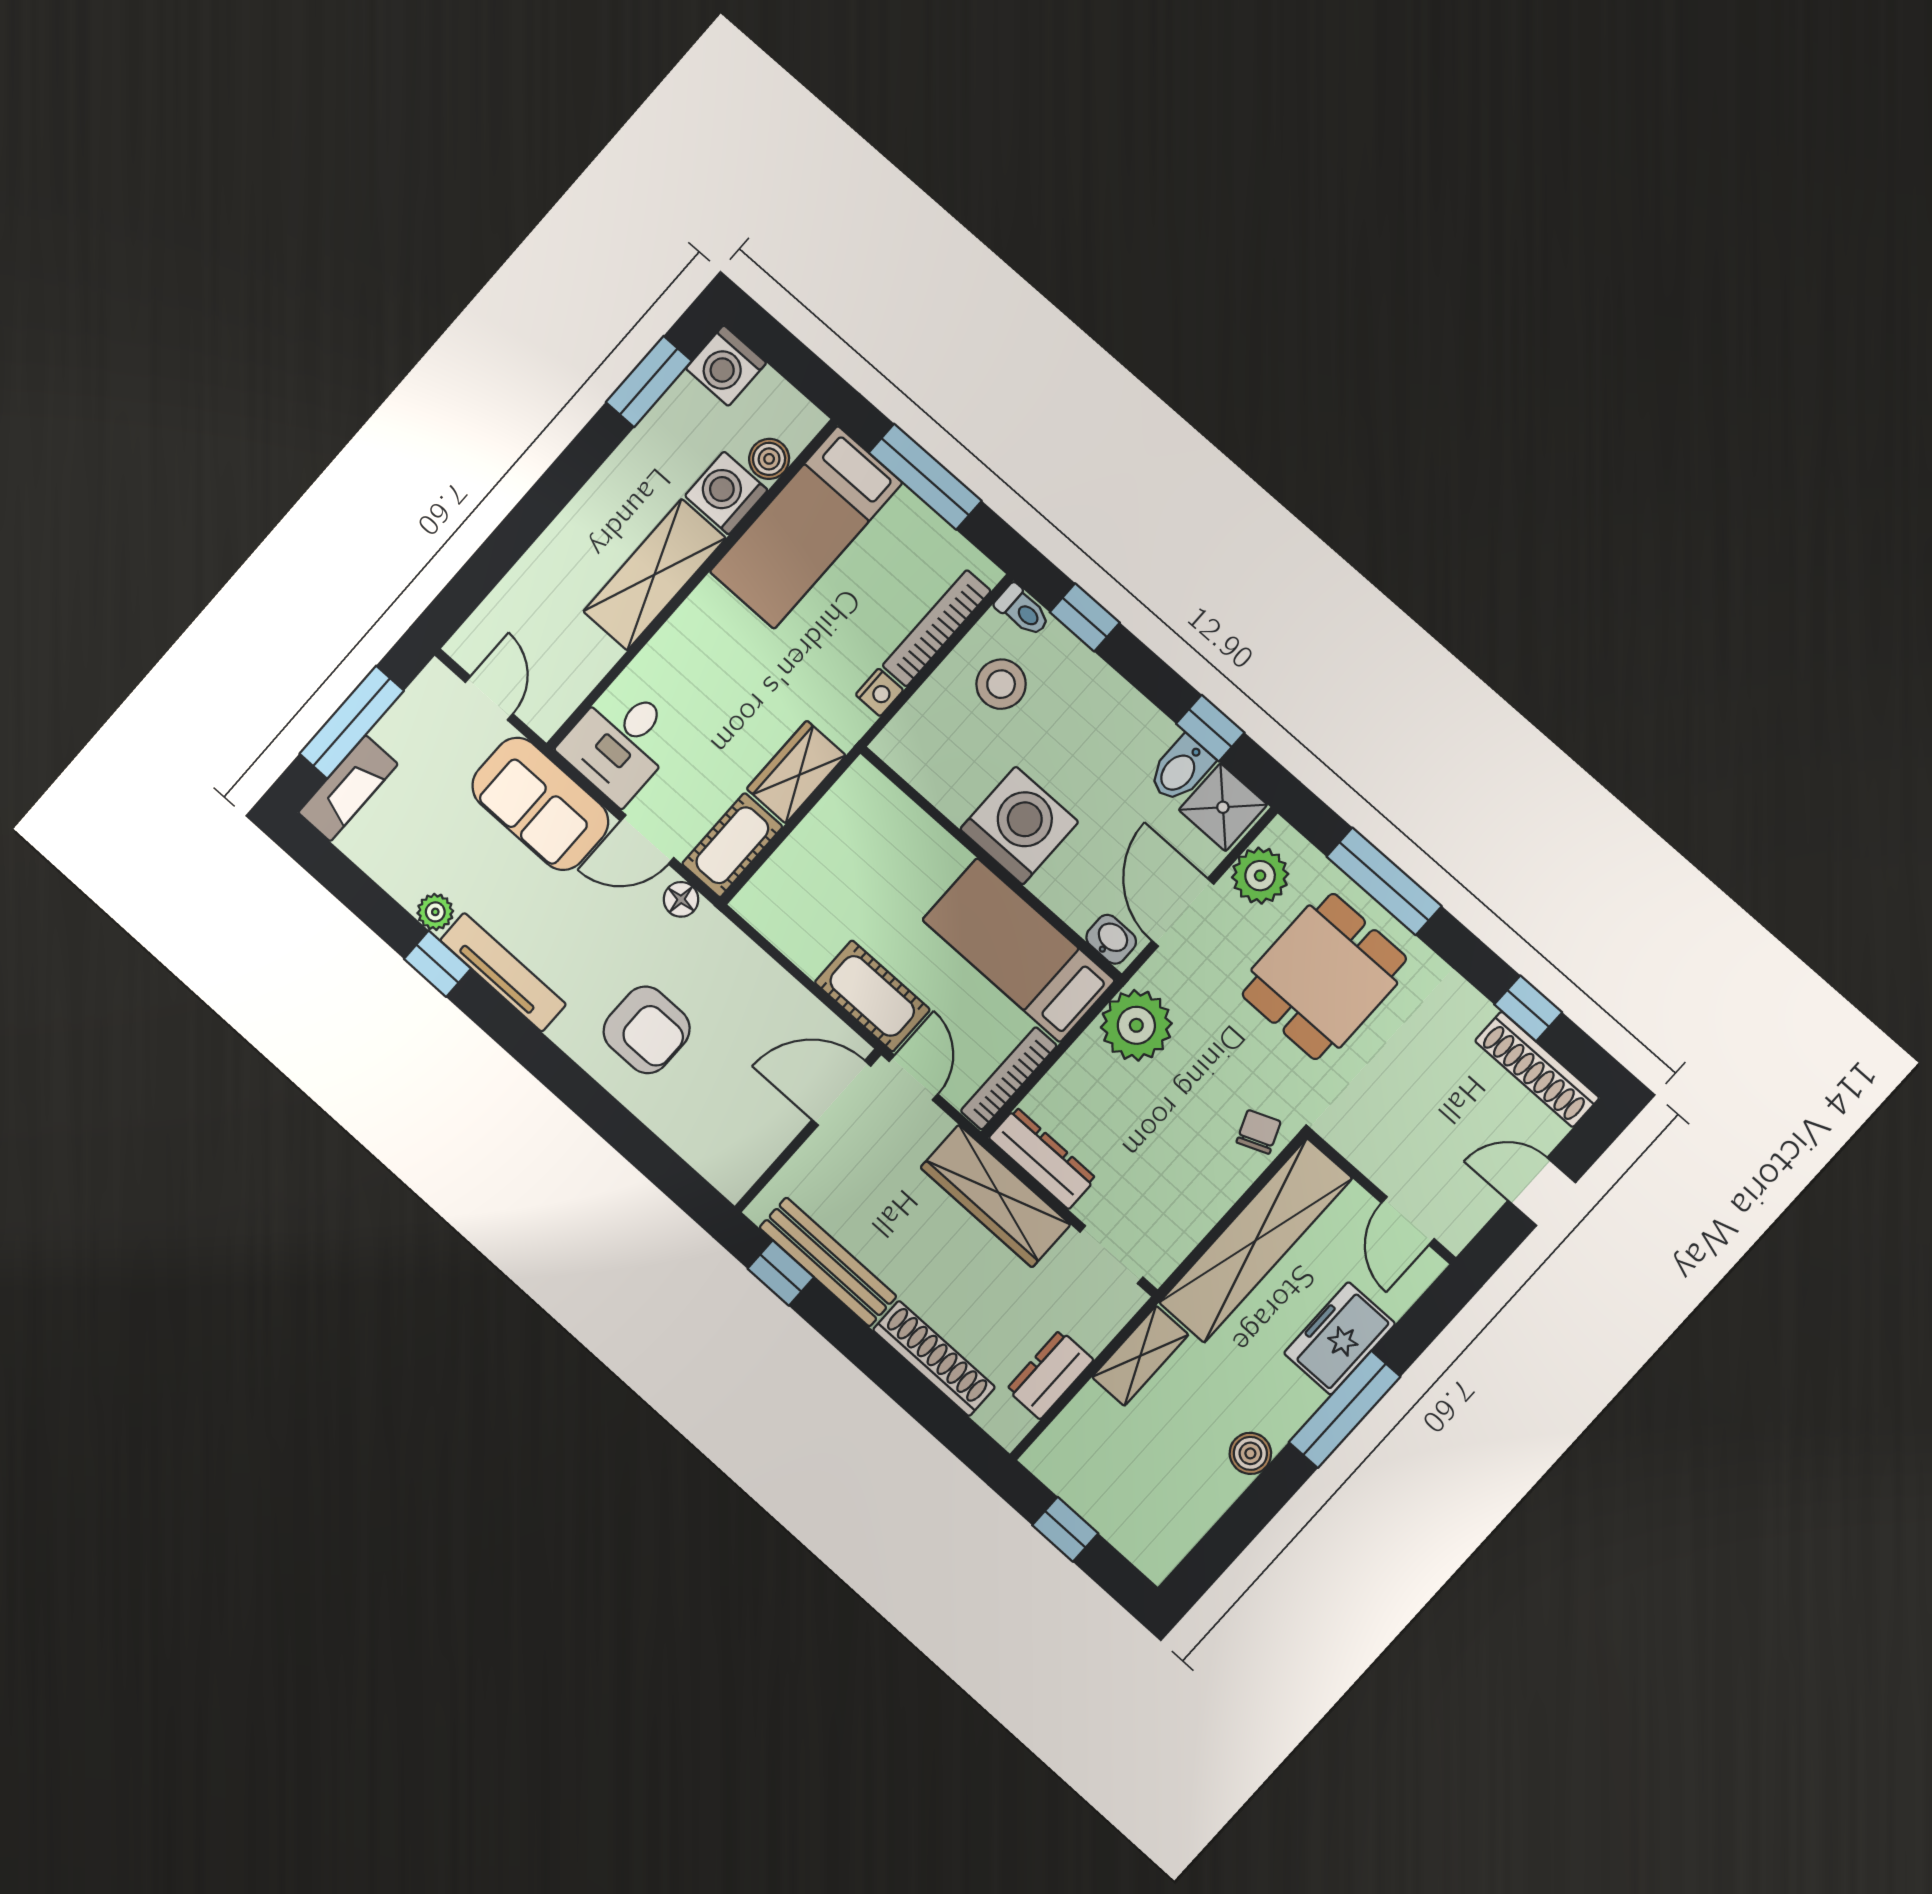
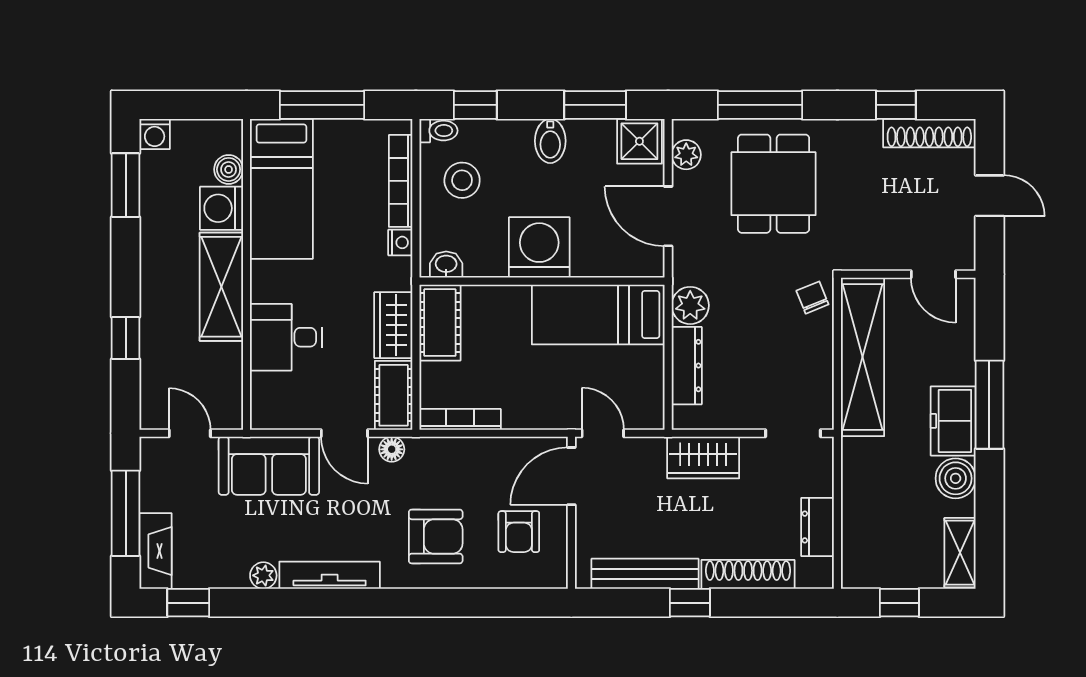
washing machine: (726, 366) -> (155, 134), width x0.73, depth x0.73
window: (510, 541) -> (126, 338), added
window: (1210, 728) -> (595, 105), width x1.50
desk: (620, 743) -> (286, 337), moved, turned 90
bidet: (1181, 769) -> (550, 141), moved
door: (647, 839) -> (344, 433), hinge flipped
plant: (1260, 876) -> (686, 155), width x0.73, depth x0.73
washbasin: (1111, 939) -> (446, 265), moved
window: (437, 964) -> (188, 603), moved
cot: (872, 996) -> (440, 323), moved, turned 90
plant: (1136, 1025) -> (690, 305), width x0.73, depth x0.73
bookcase: (1009, 1078) -> (460, 419), moved, turned 90
armchair: (736, 1102) -> (519, 532), added
dresser: (1042, 1158) -> (687, 366), moved, turned 90
door: (1542, 1192) -> (989, 196), swing flipped
wardrobe: (995, 1196) -> (703, 458), width x0.67
window: (781, 1273) -> (690, 603), moved
freezer: (1340, 1338) -> (953, 421), moved
shelving: (1140, 1356) -> (960, 553), moved
boiler: (1250, 1453) -> (956, 478), width x1.36, depth x1.36

